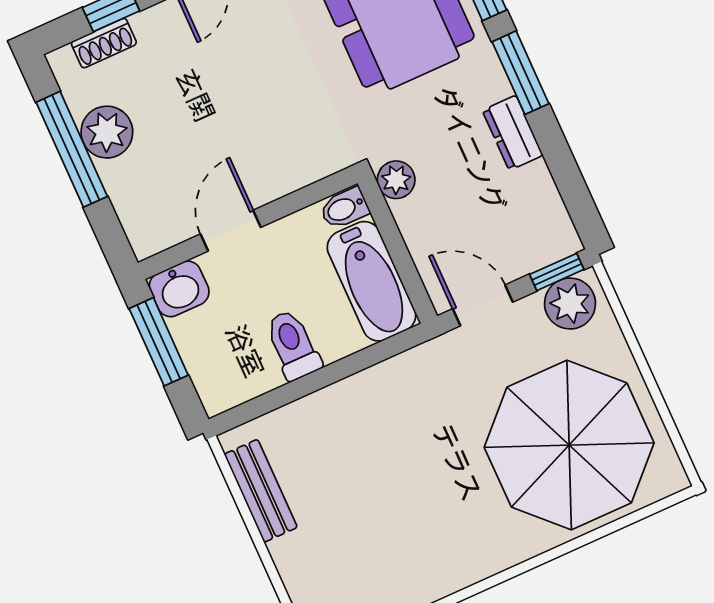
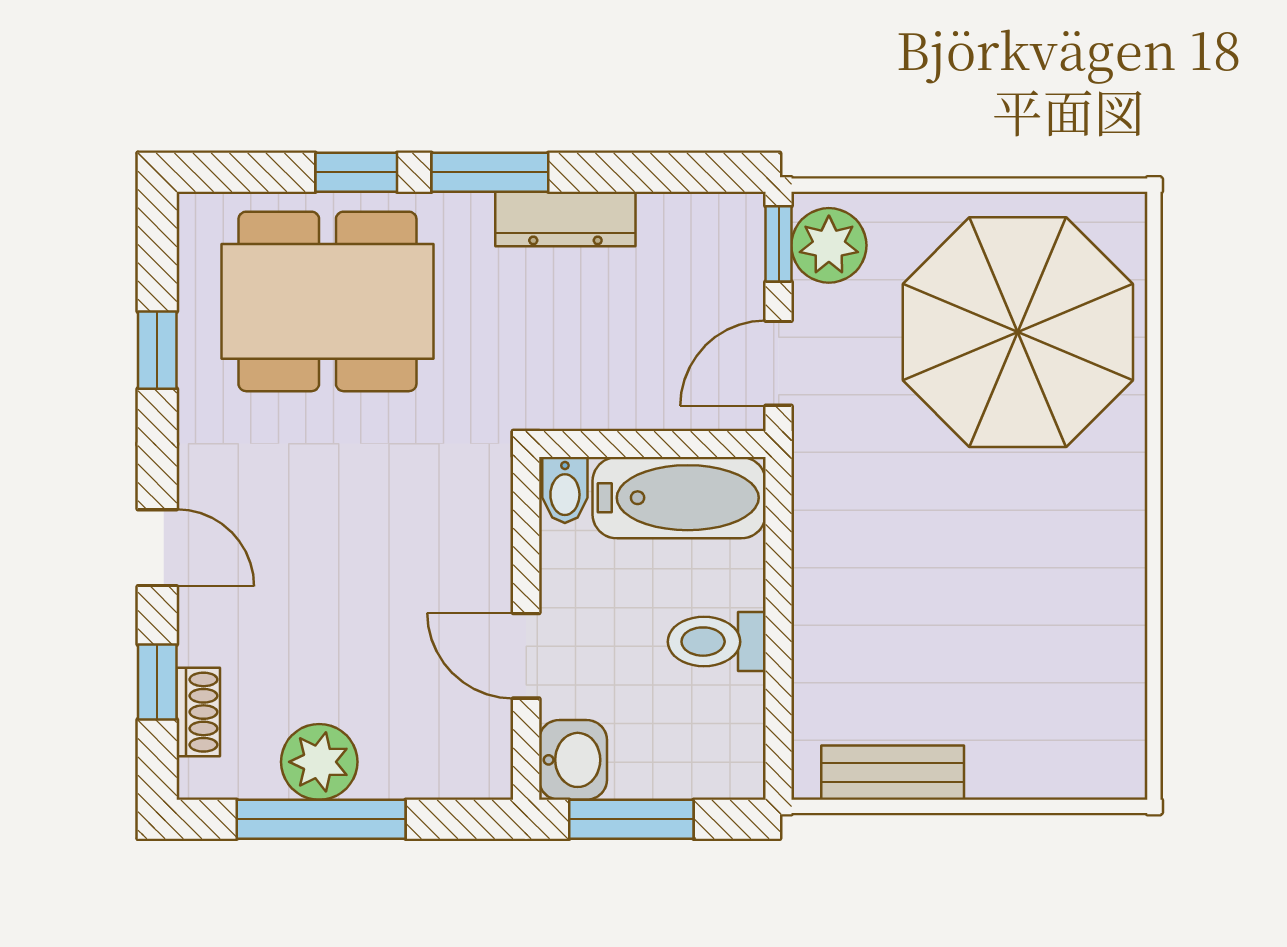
dresser: (513, 133) -> (565, 219), width x1.44
plant: (396, 180) -> (558, 403), removed

